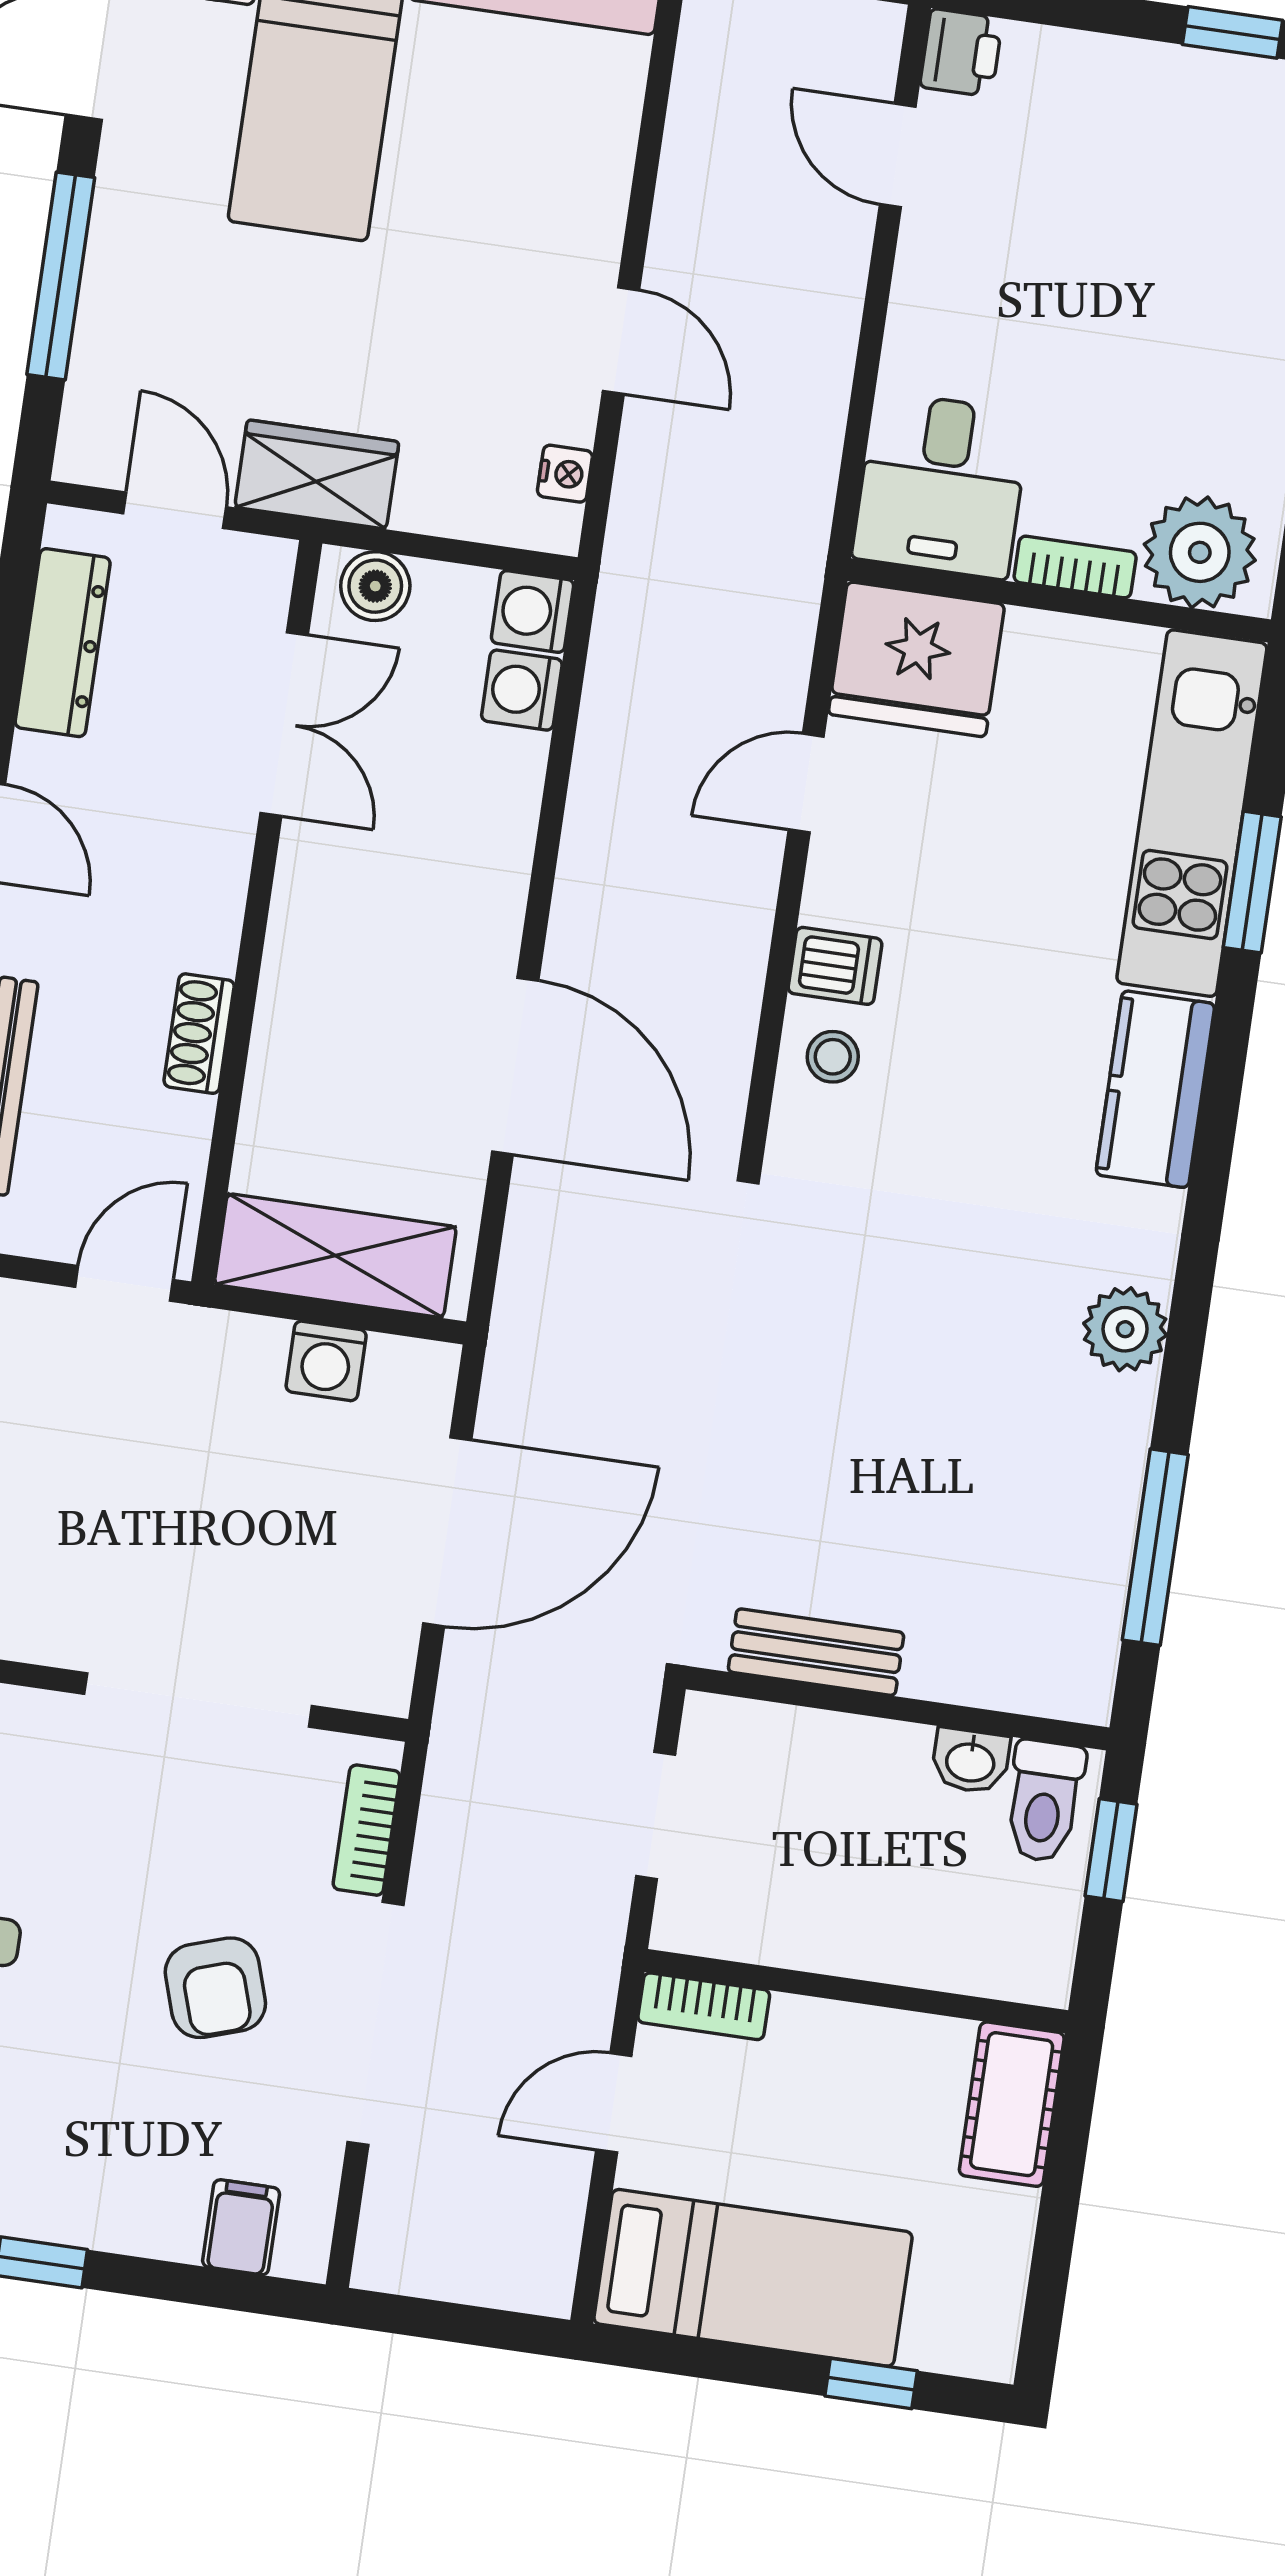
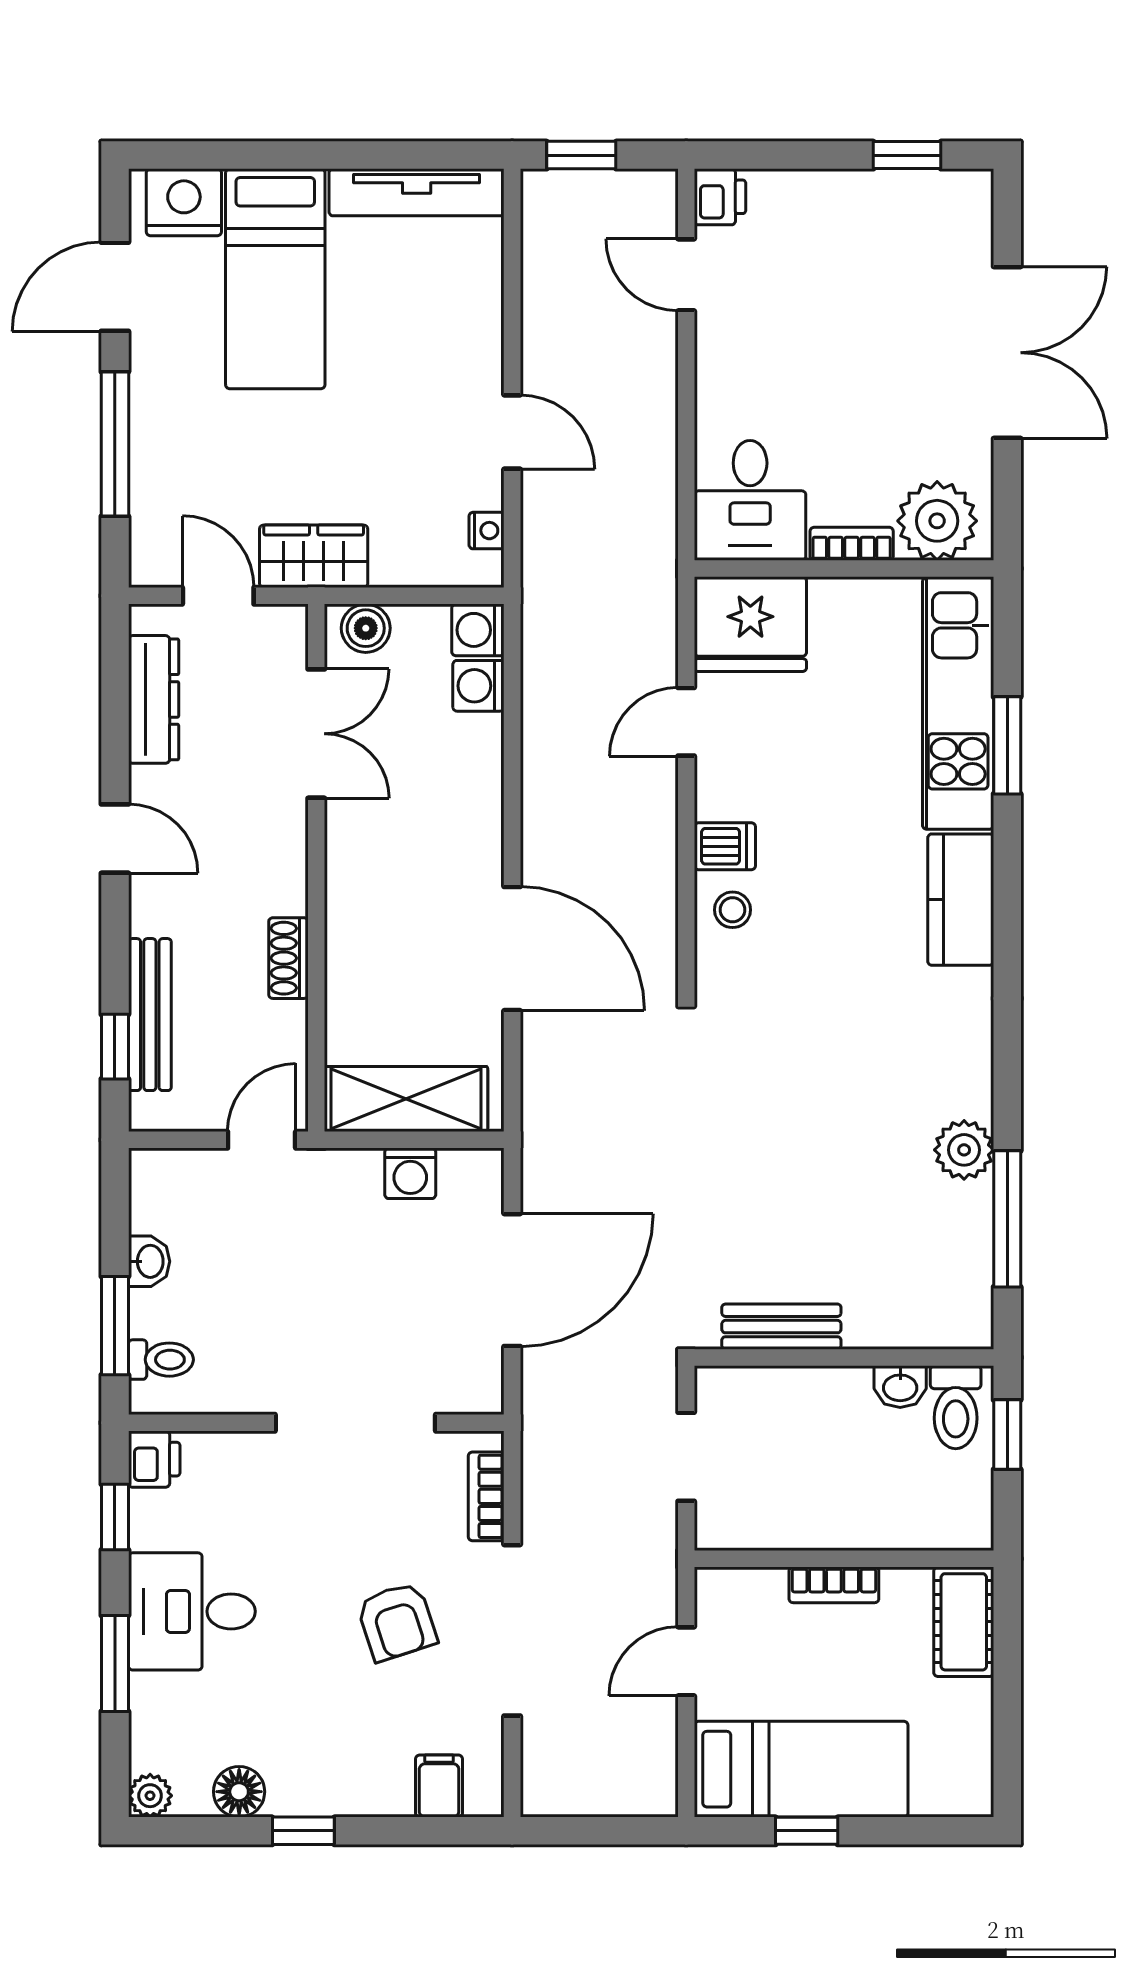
plant: (1125, 1329) -> (964, 1150), moved
bookcase: (704, 2006) -> (834, 1585), moved
window: (871, 2383) -> (807, 1831), moved

